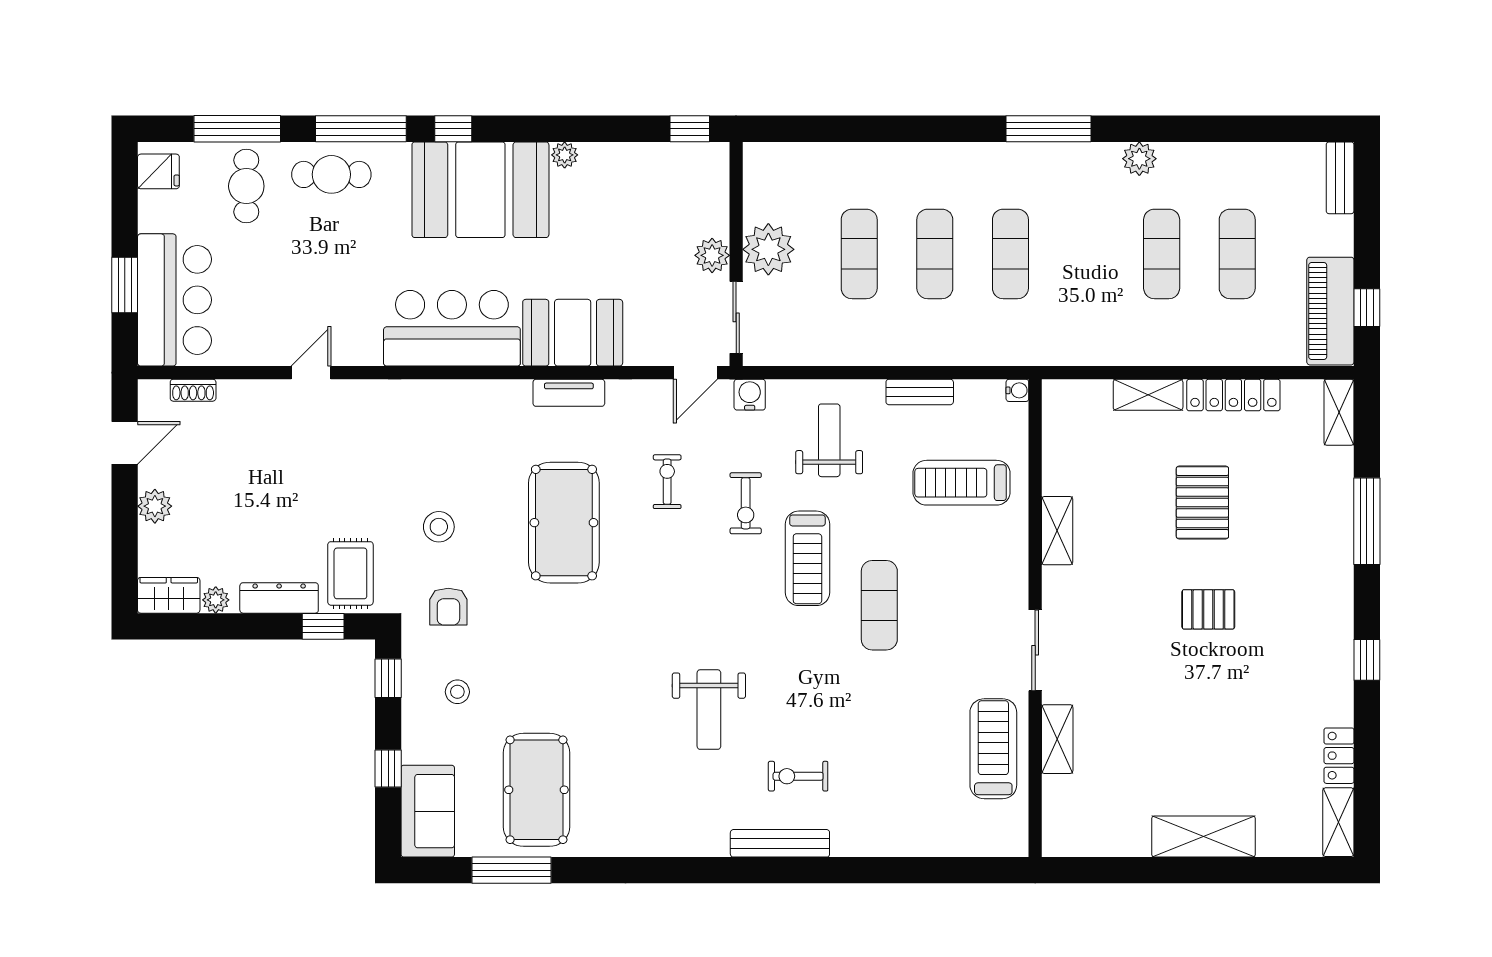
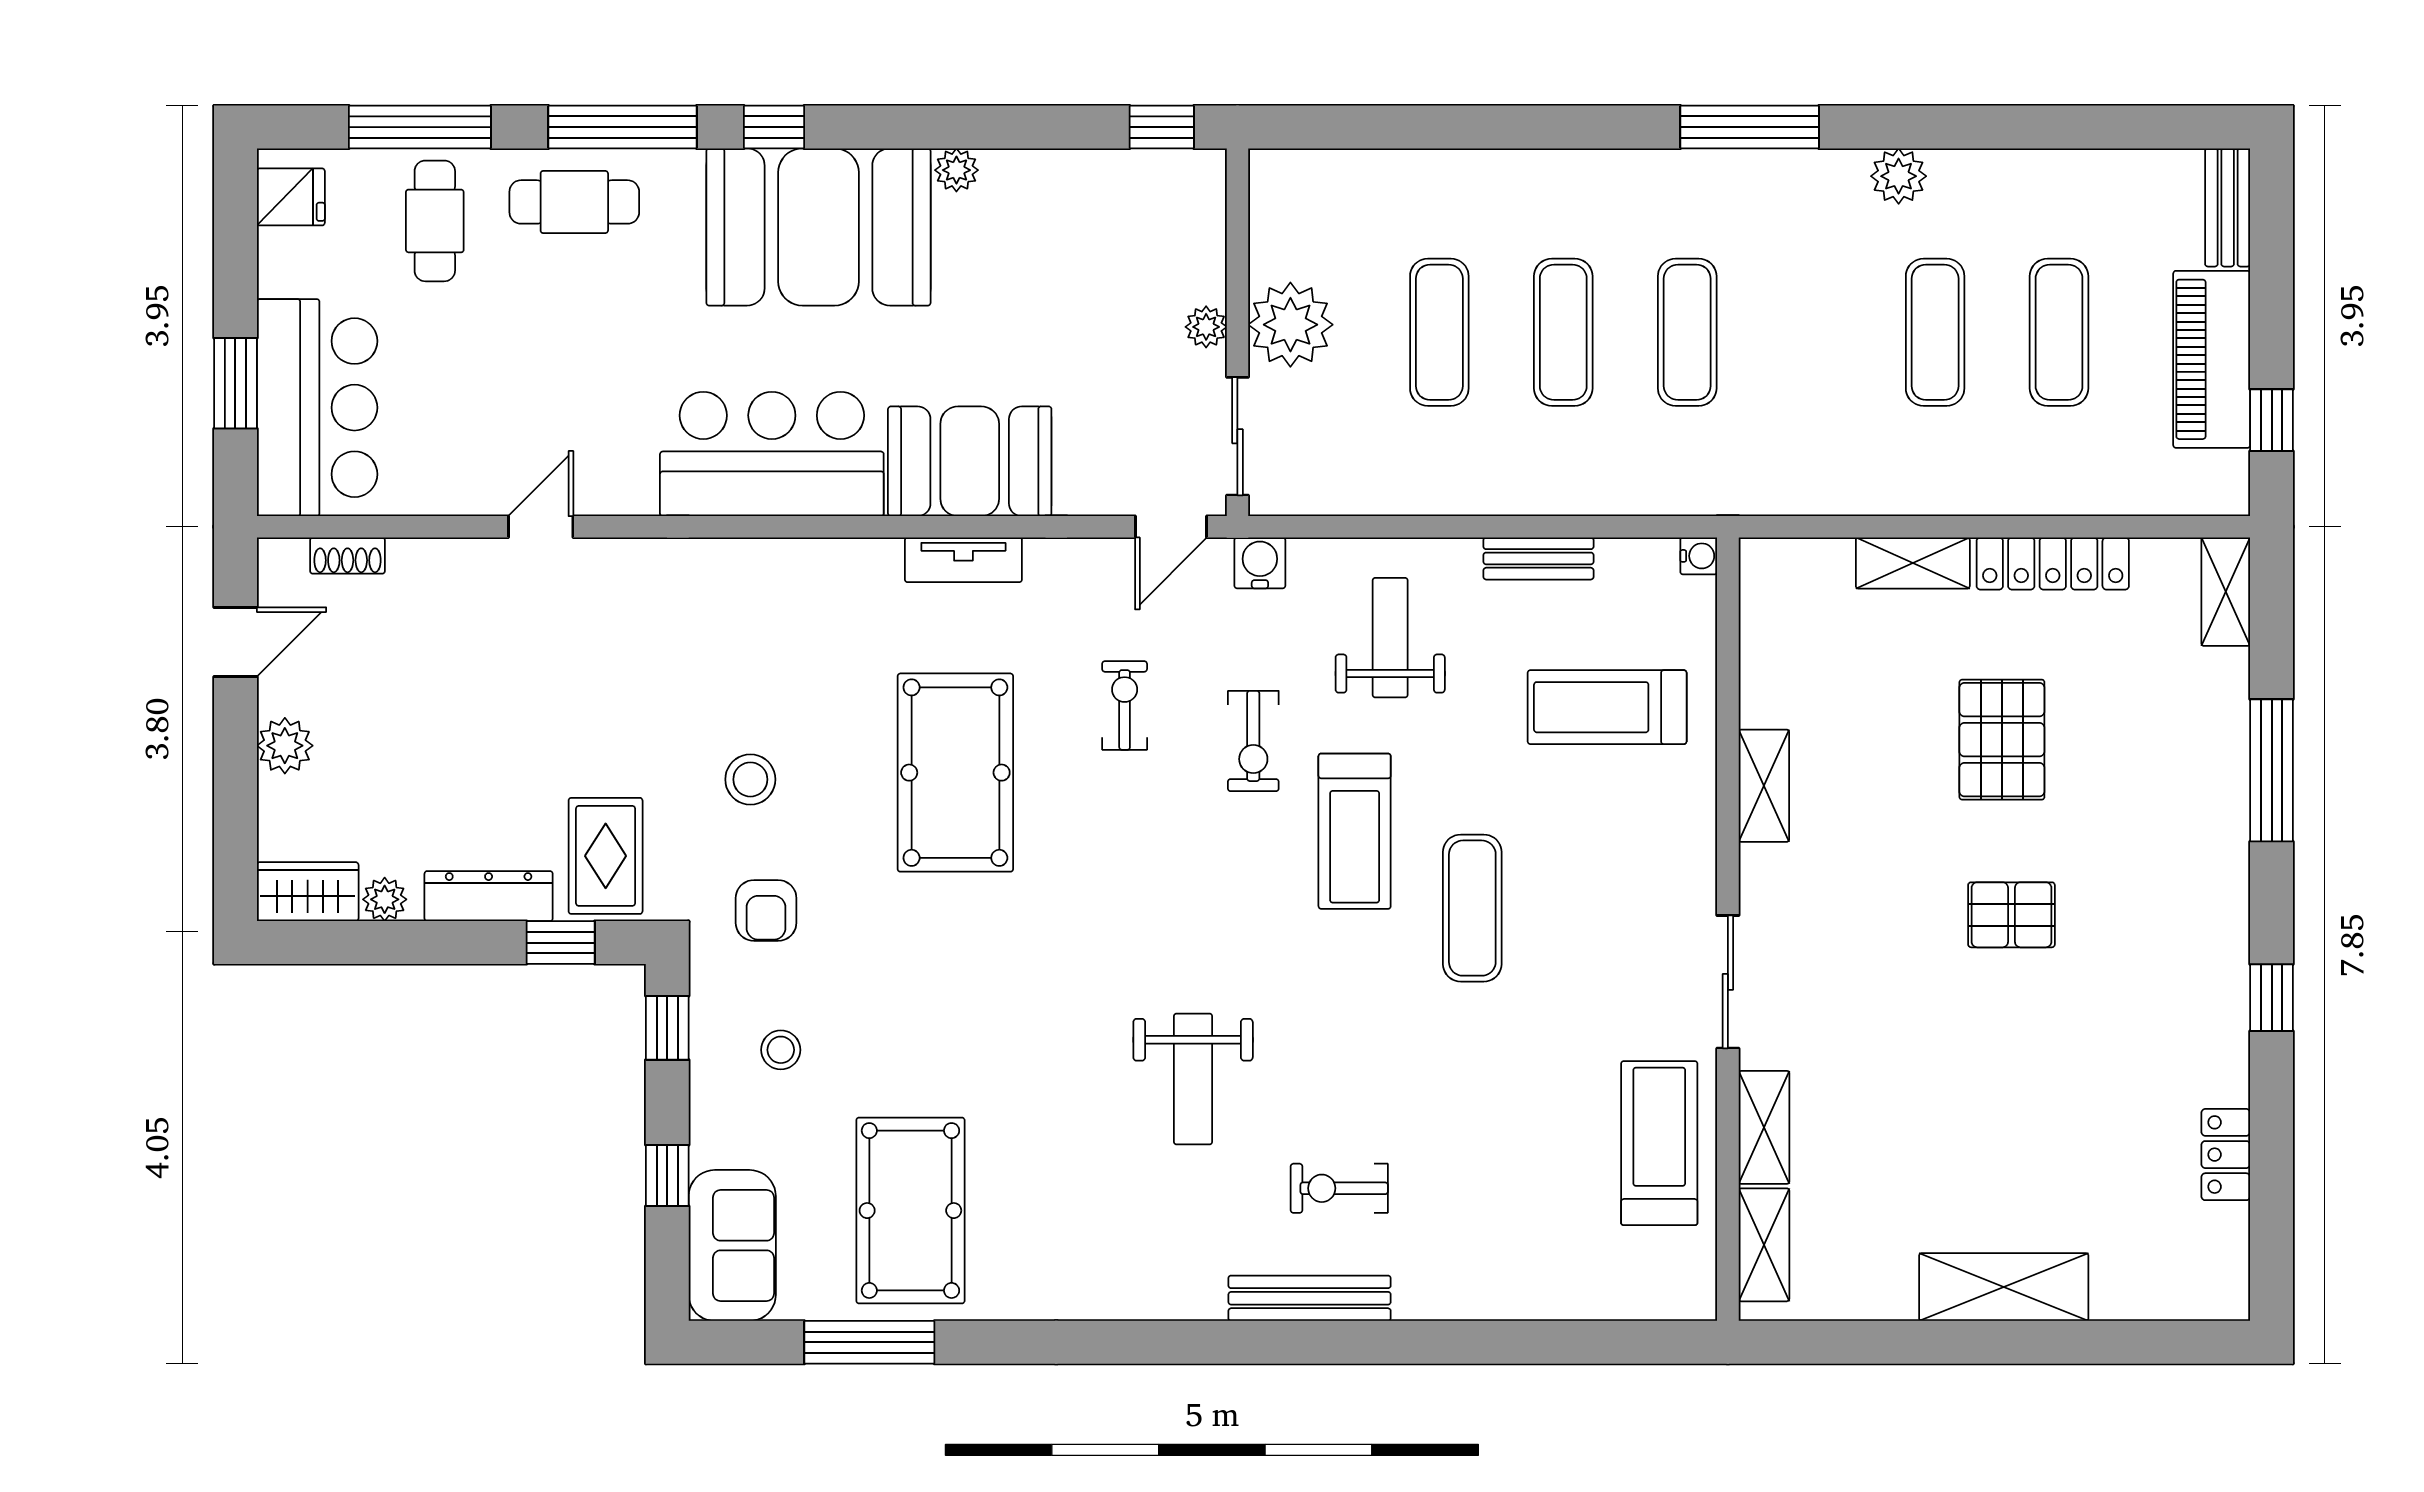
plant: (712, 255) -> (1206, 327), width x0.73, depth x0.73
piano: (1330, 311) -> (2212, 359), moved
shelving: (1338, 822) -> (1764, 1245), moved

